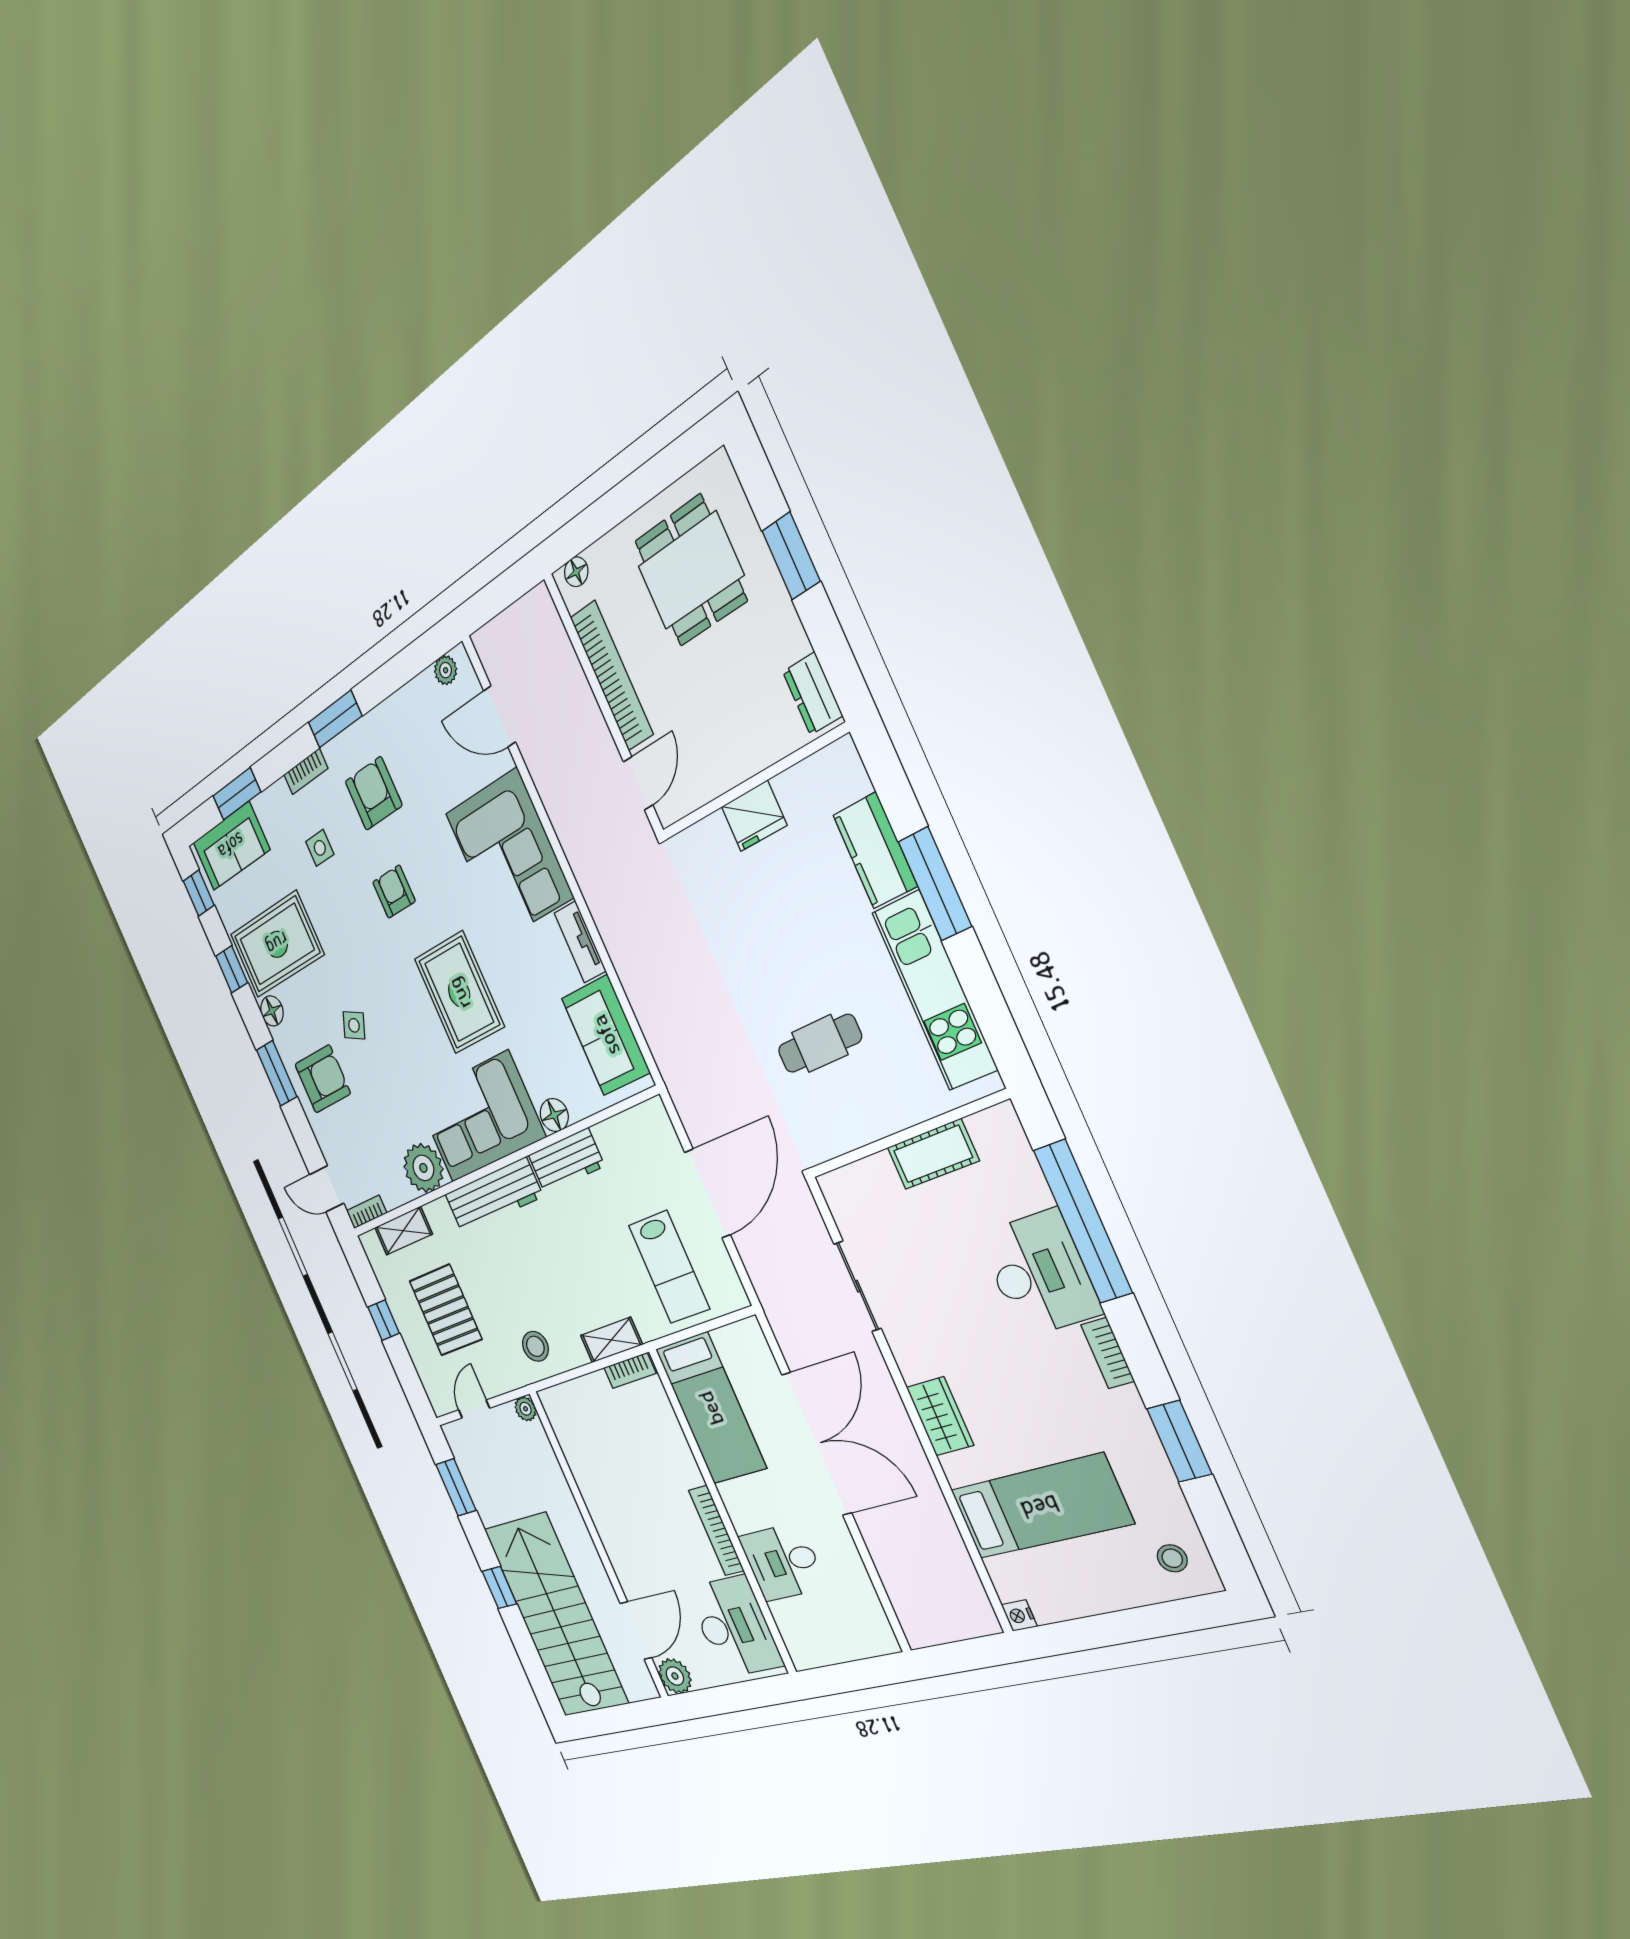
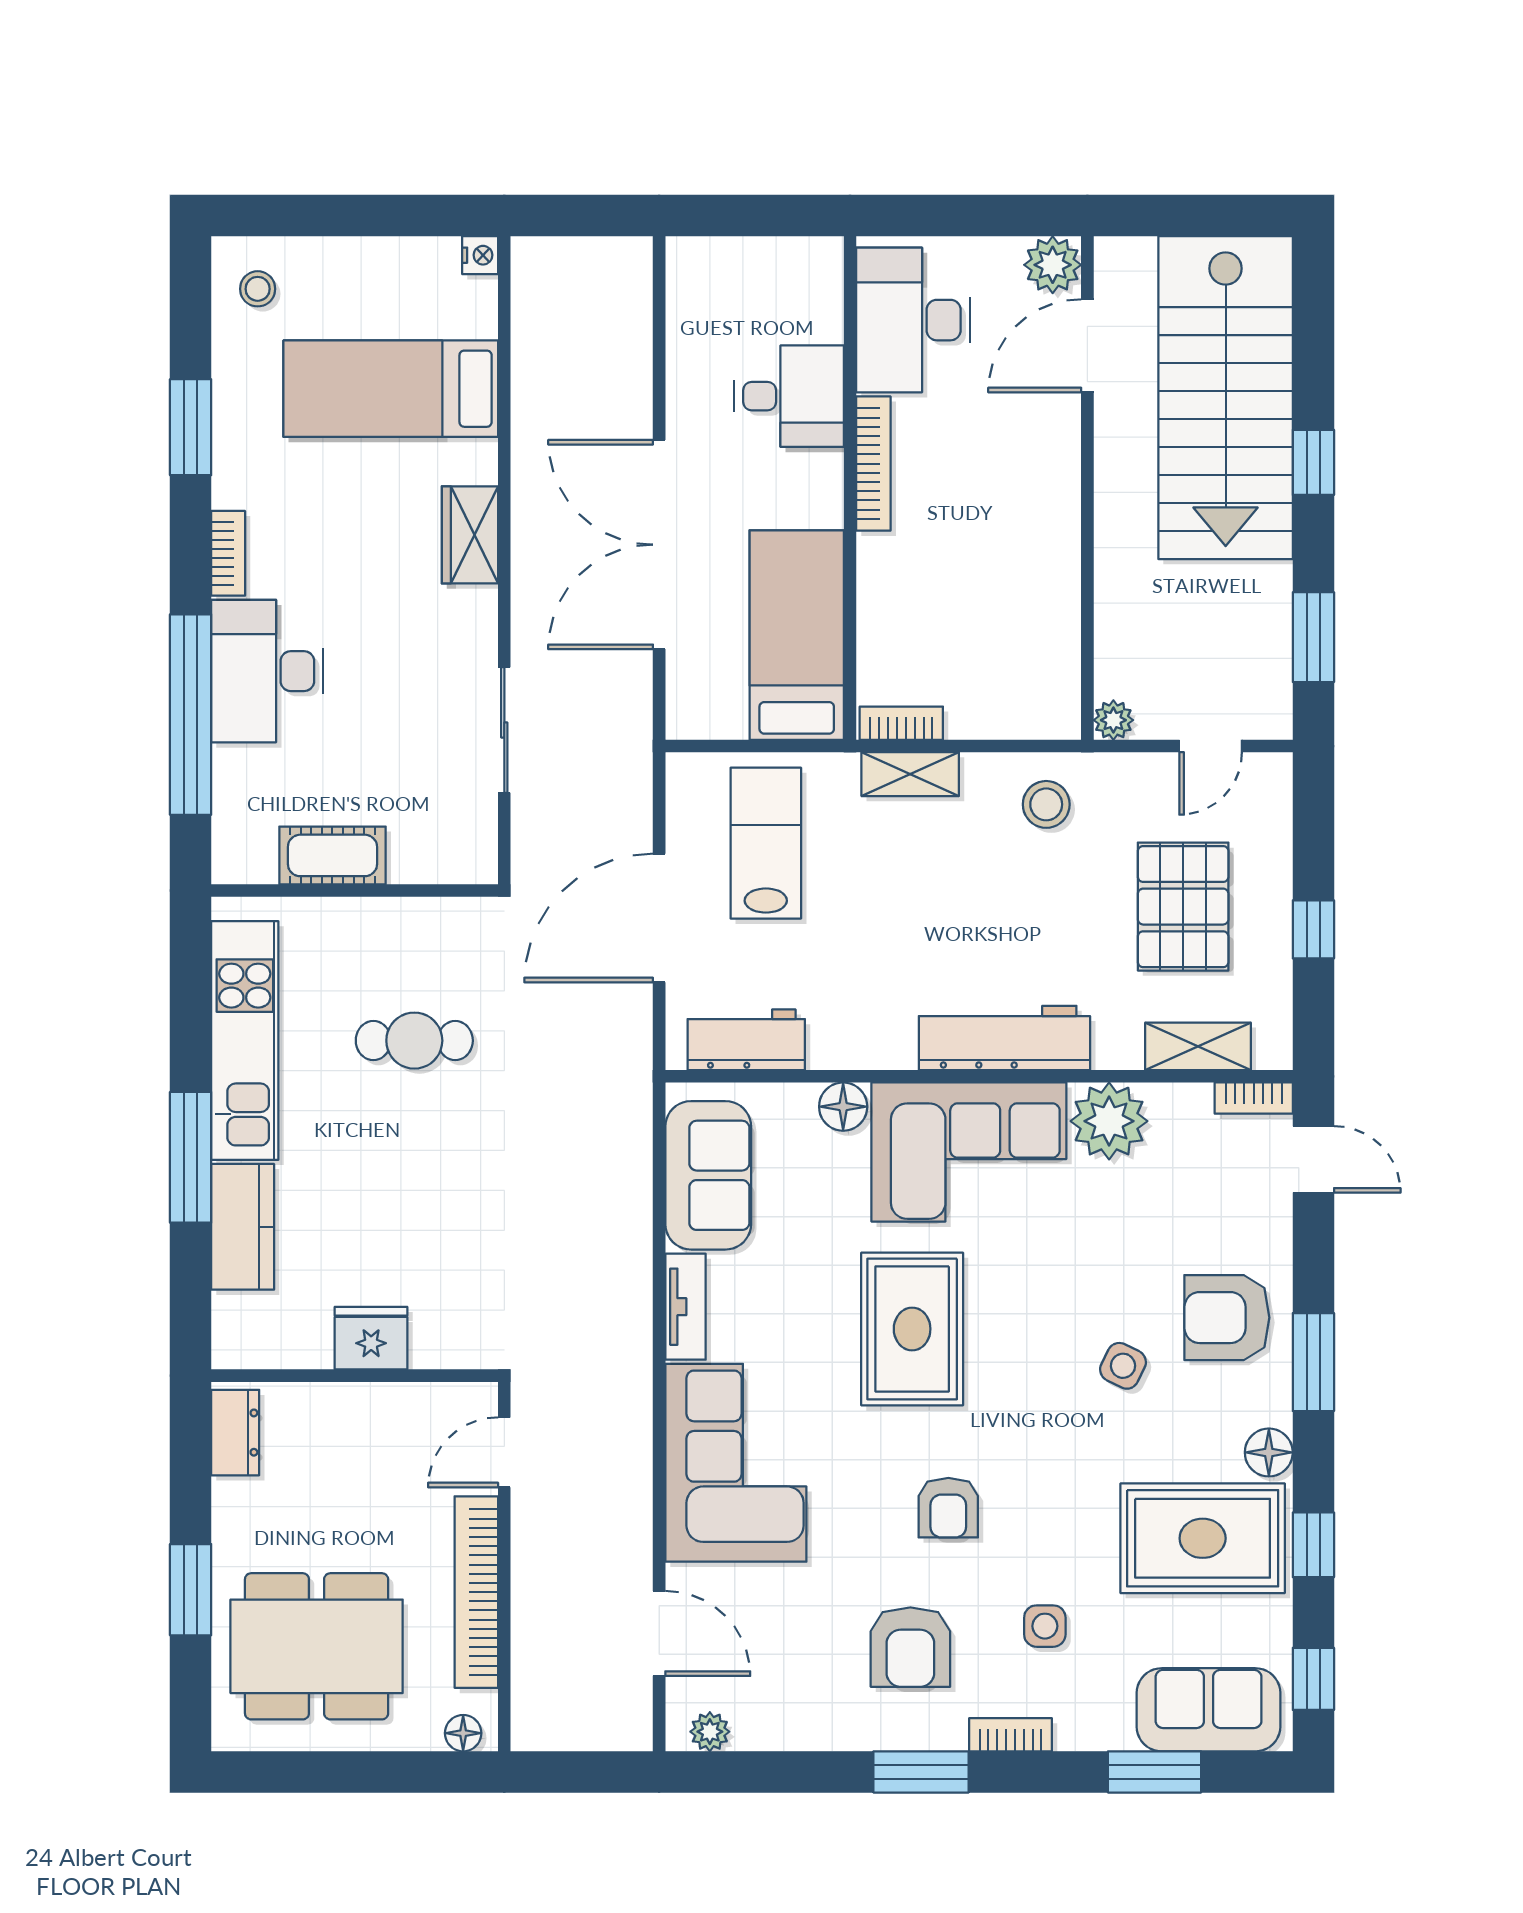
dining table: (691, 571) -> (317, 1646), width x1.38
workbench: (566, 1161) -> (746, 1040), moved

